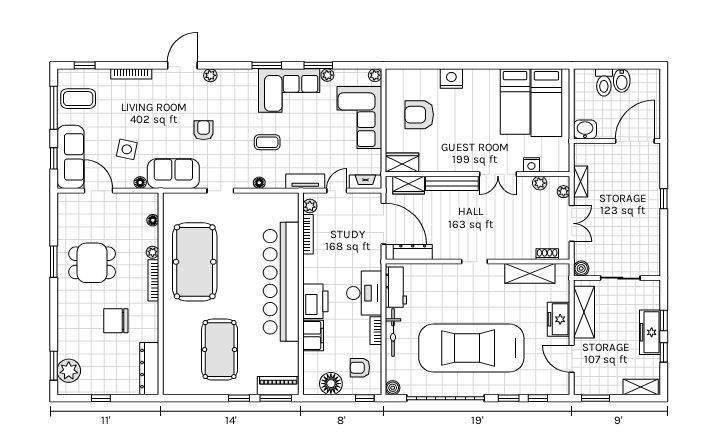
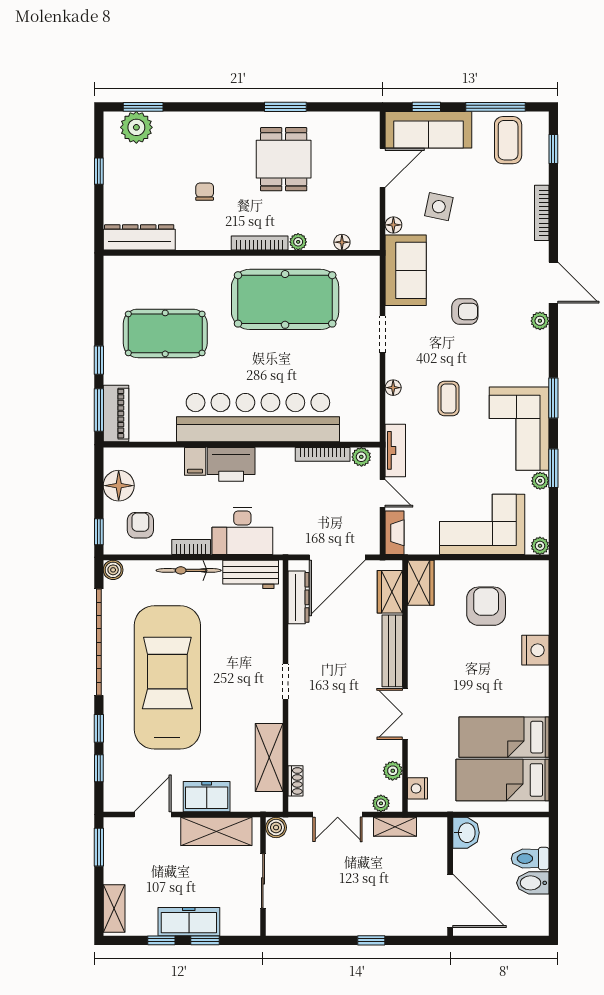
nightstand: (531, 165) -> (418, 788), moved
chair: (116, 321) -> (205, 192), width x0.54, depth x0.54
filing cabinet: (313, 335) -> (195, 461), width x0.50

